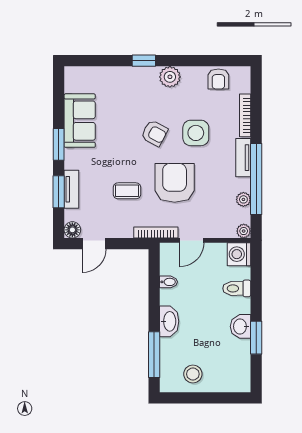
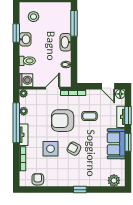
plant: (170, 77) -> (114, 180), moved
sofa: (80, 121) -> (116, 144), moved
armchair: (175, 183) -> (63, 121), turned 90
door: (94, 244) -> (108, 86), swing flipped
stool: (193, 374) -> (33, 17), moved

